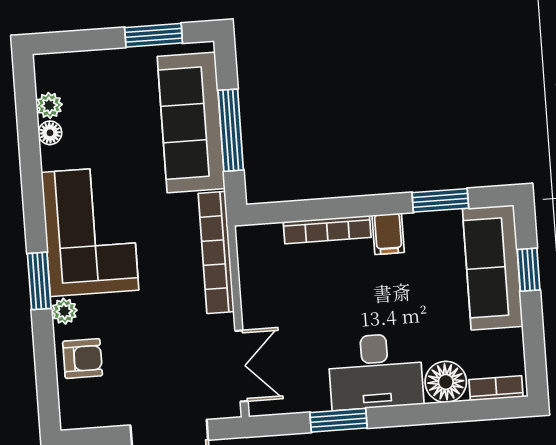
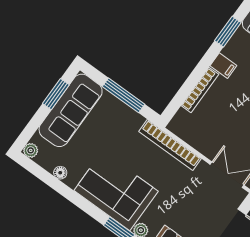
plant: (49, 105) -> (31, 150), moved
sofa: (191, 123) -> (71, 110), moved, turned -90

